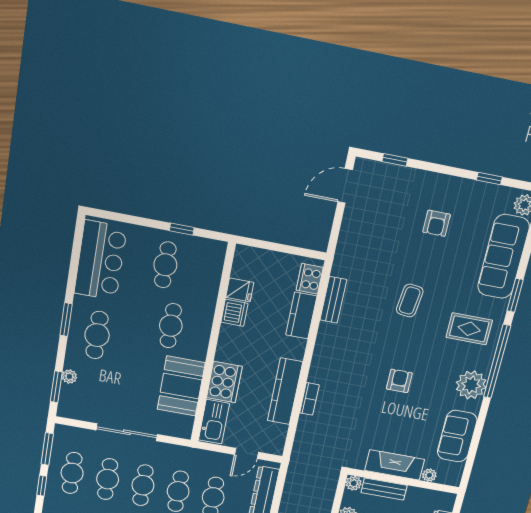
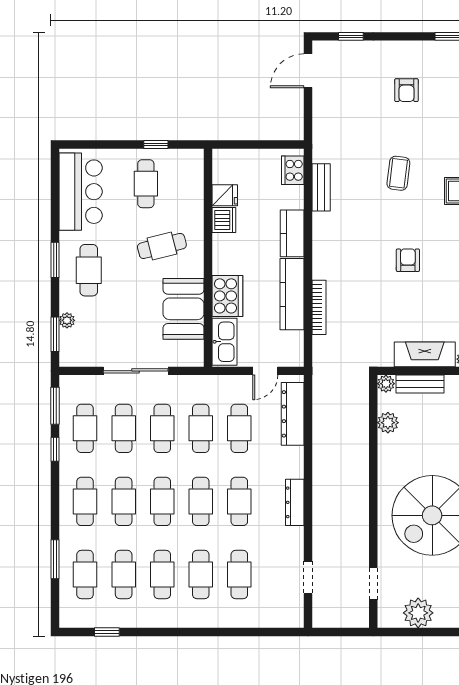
kitchen counter: (301, 315) -> (292, 233), moved
cafe table: (171, 326) -> (162, 246), turned 76
bookcase: (309, 399) -> (319, 307), width x1.56

